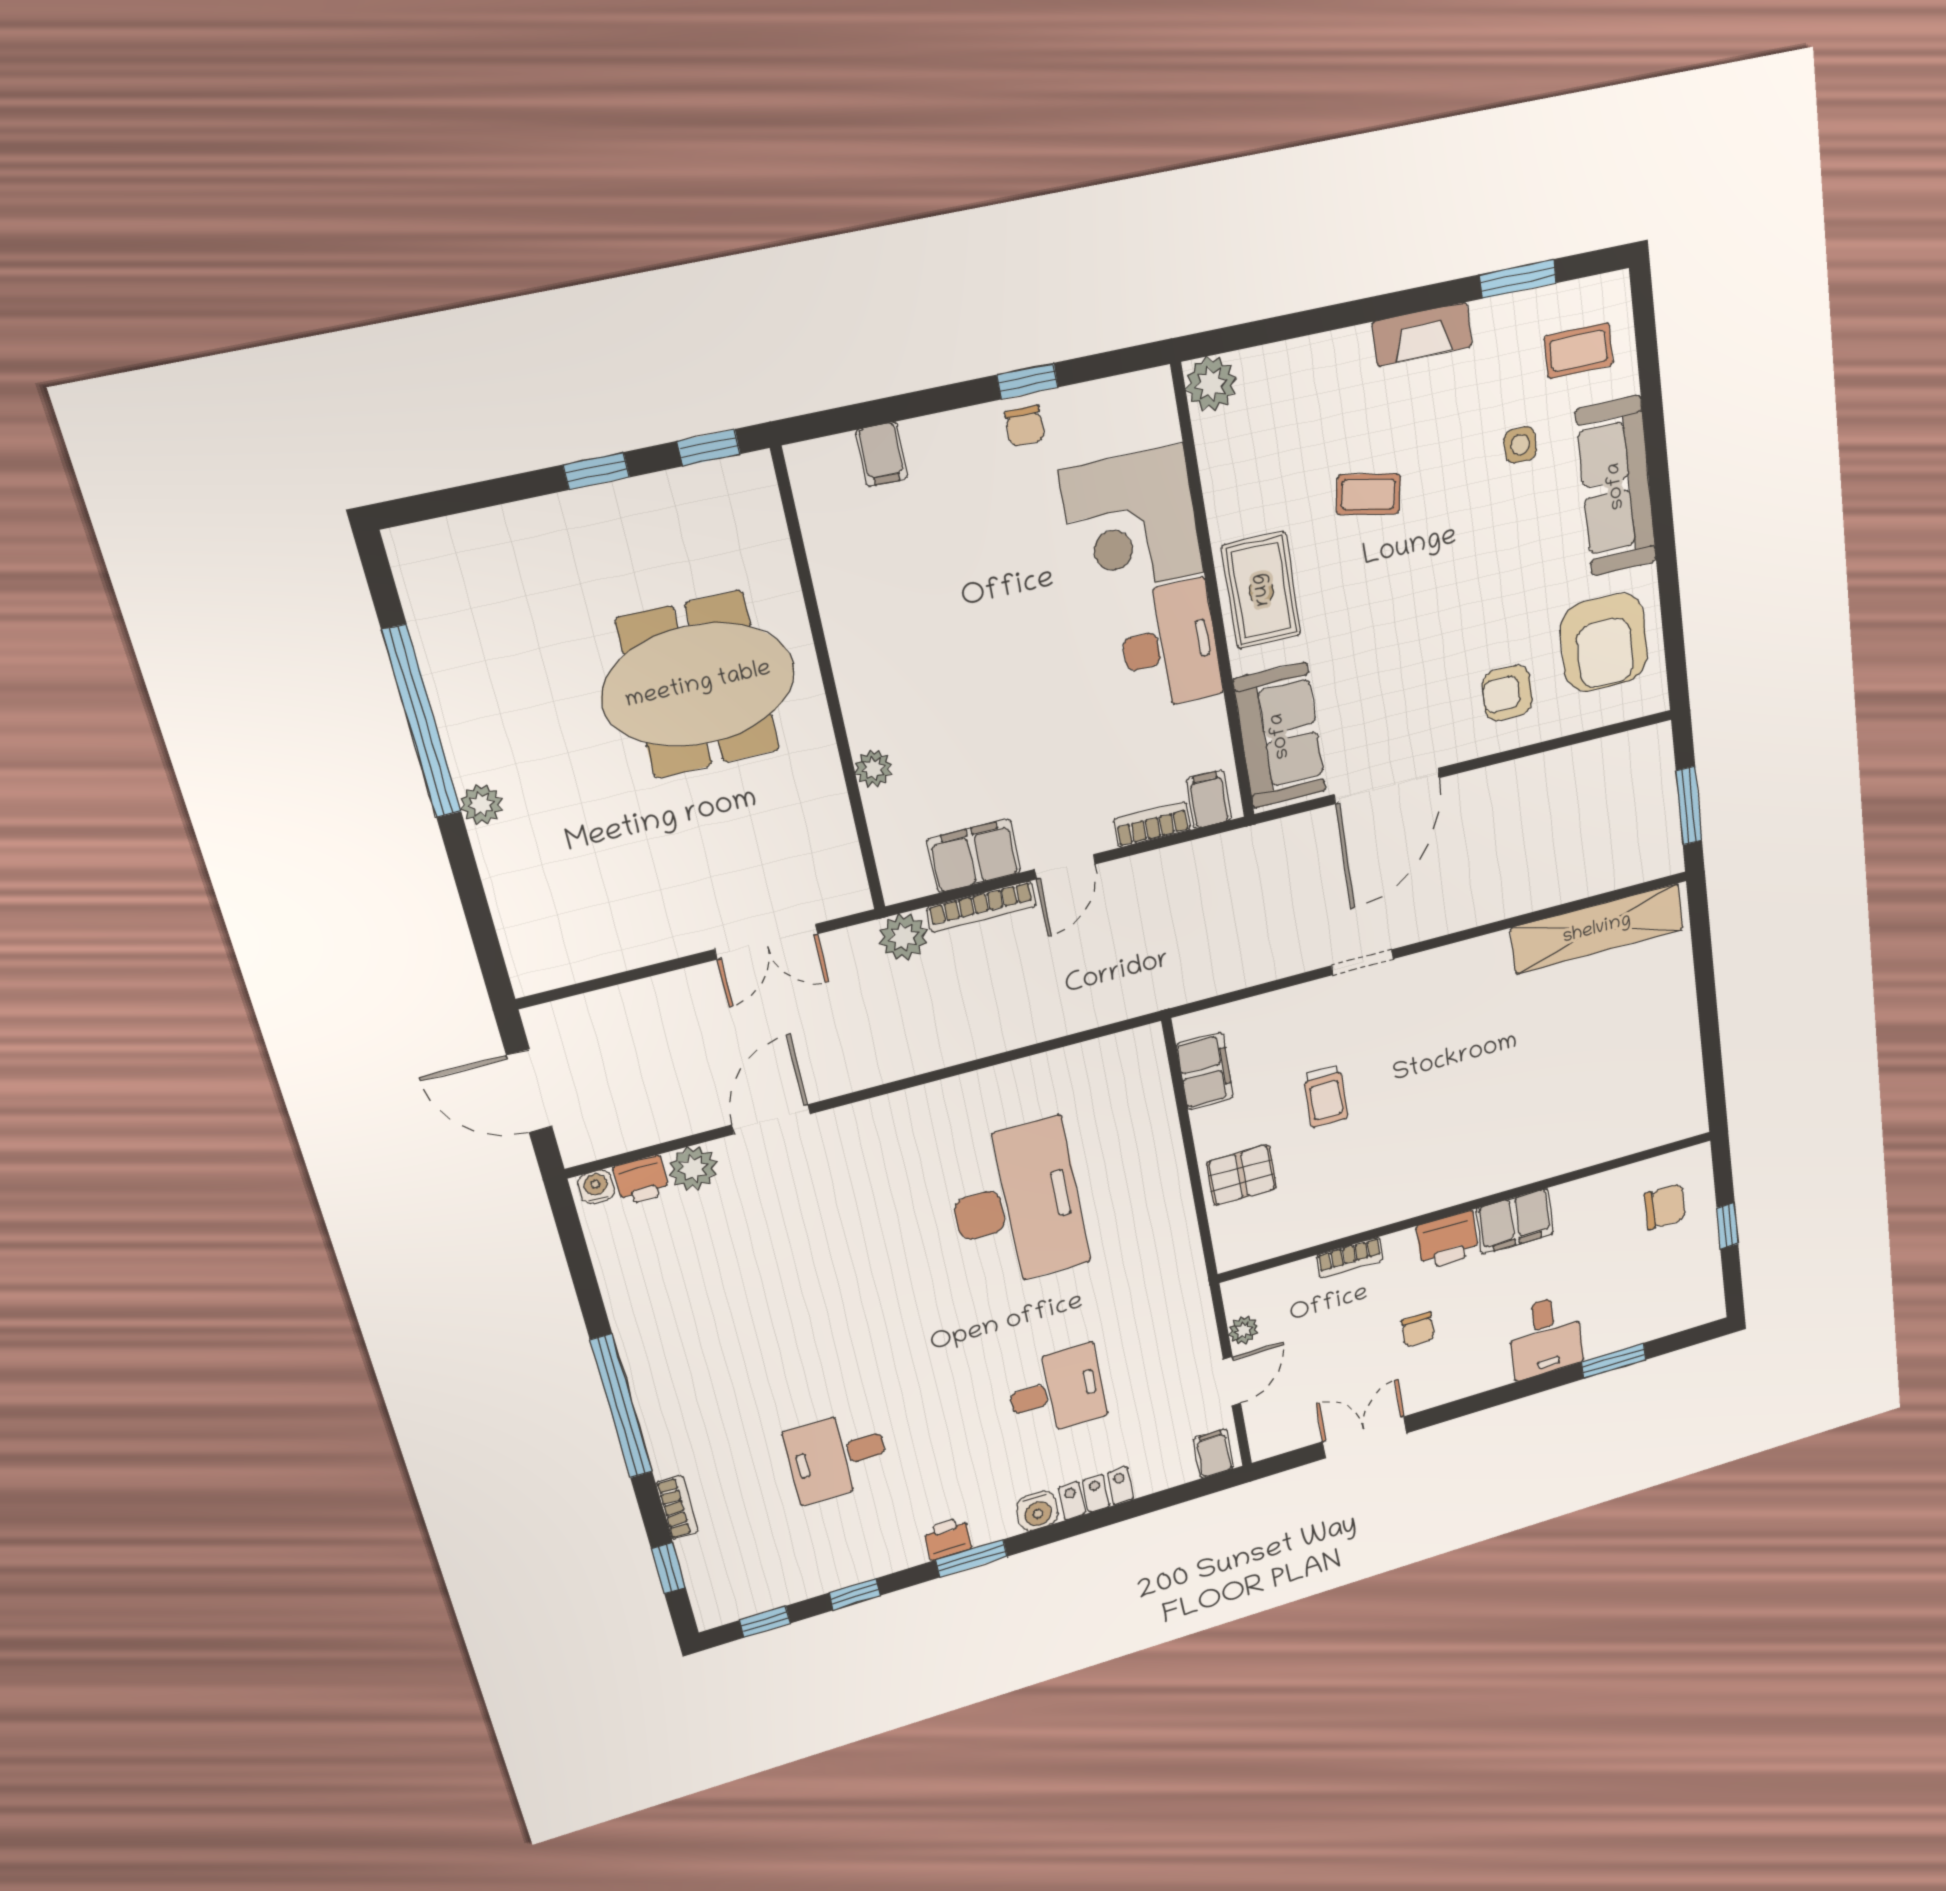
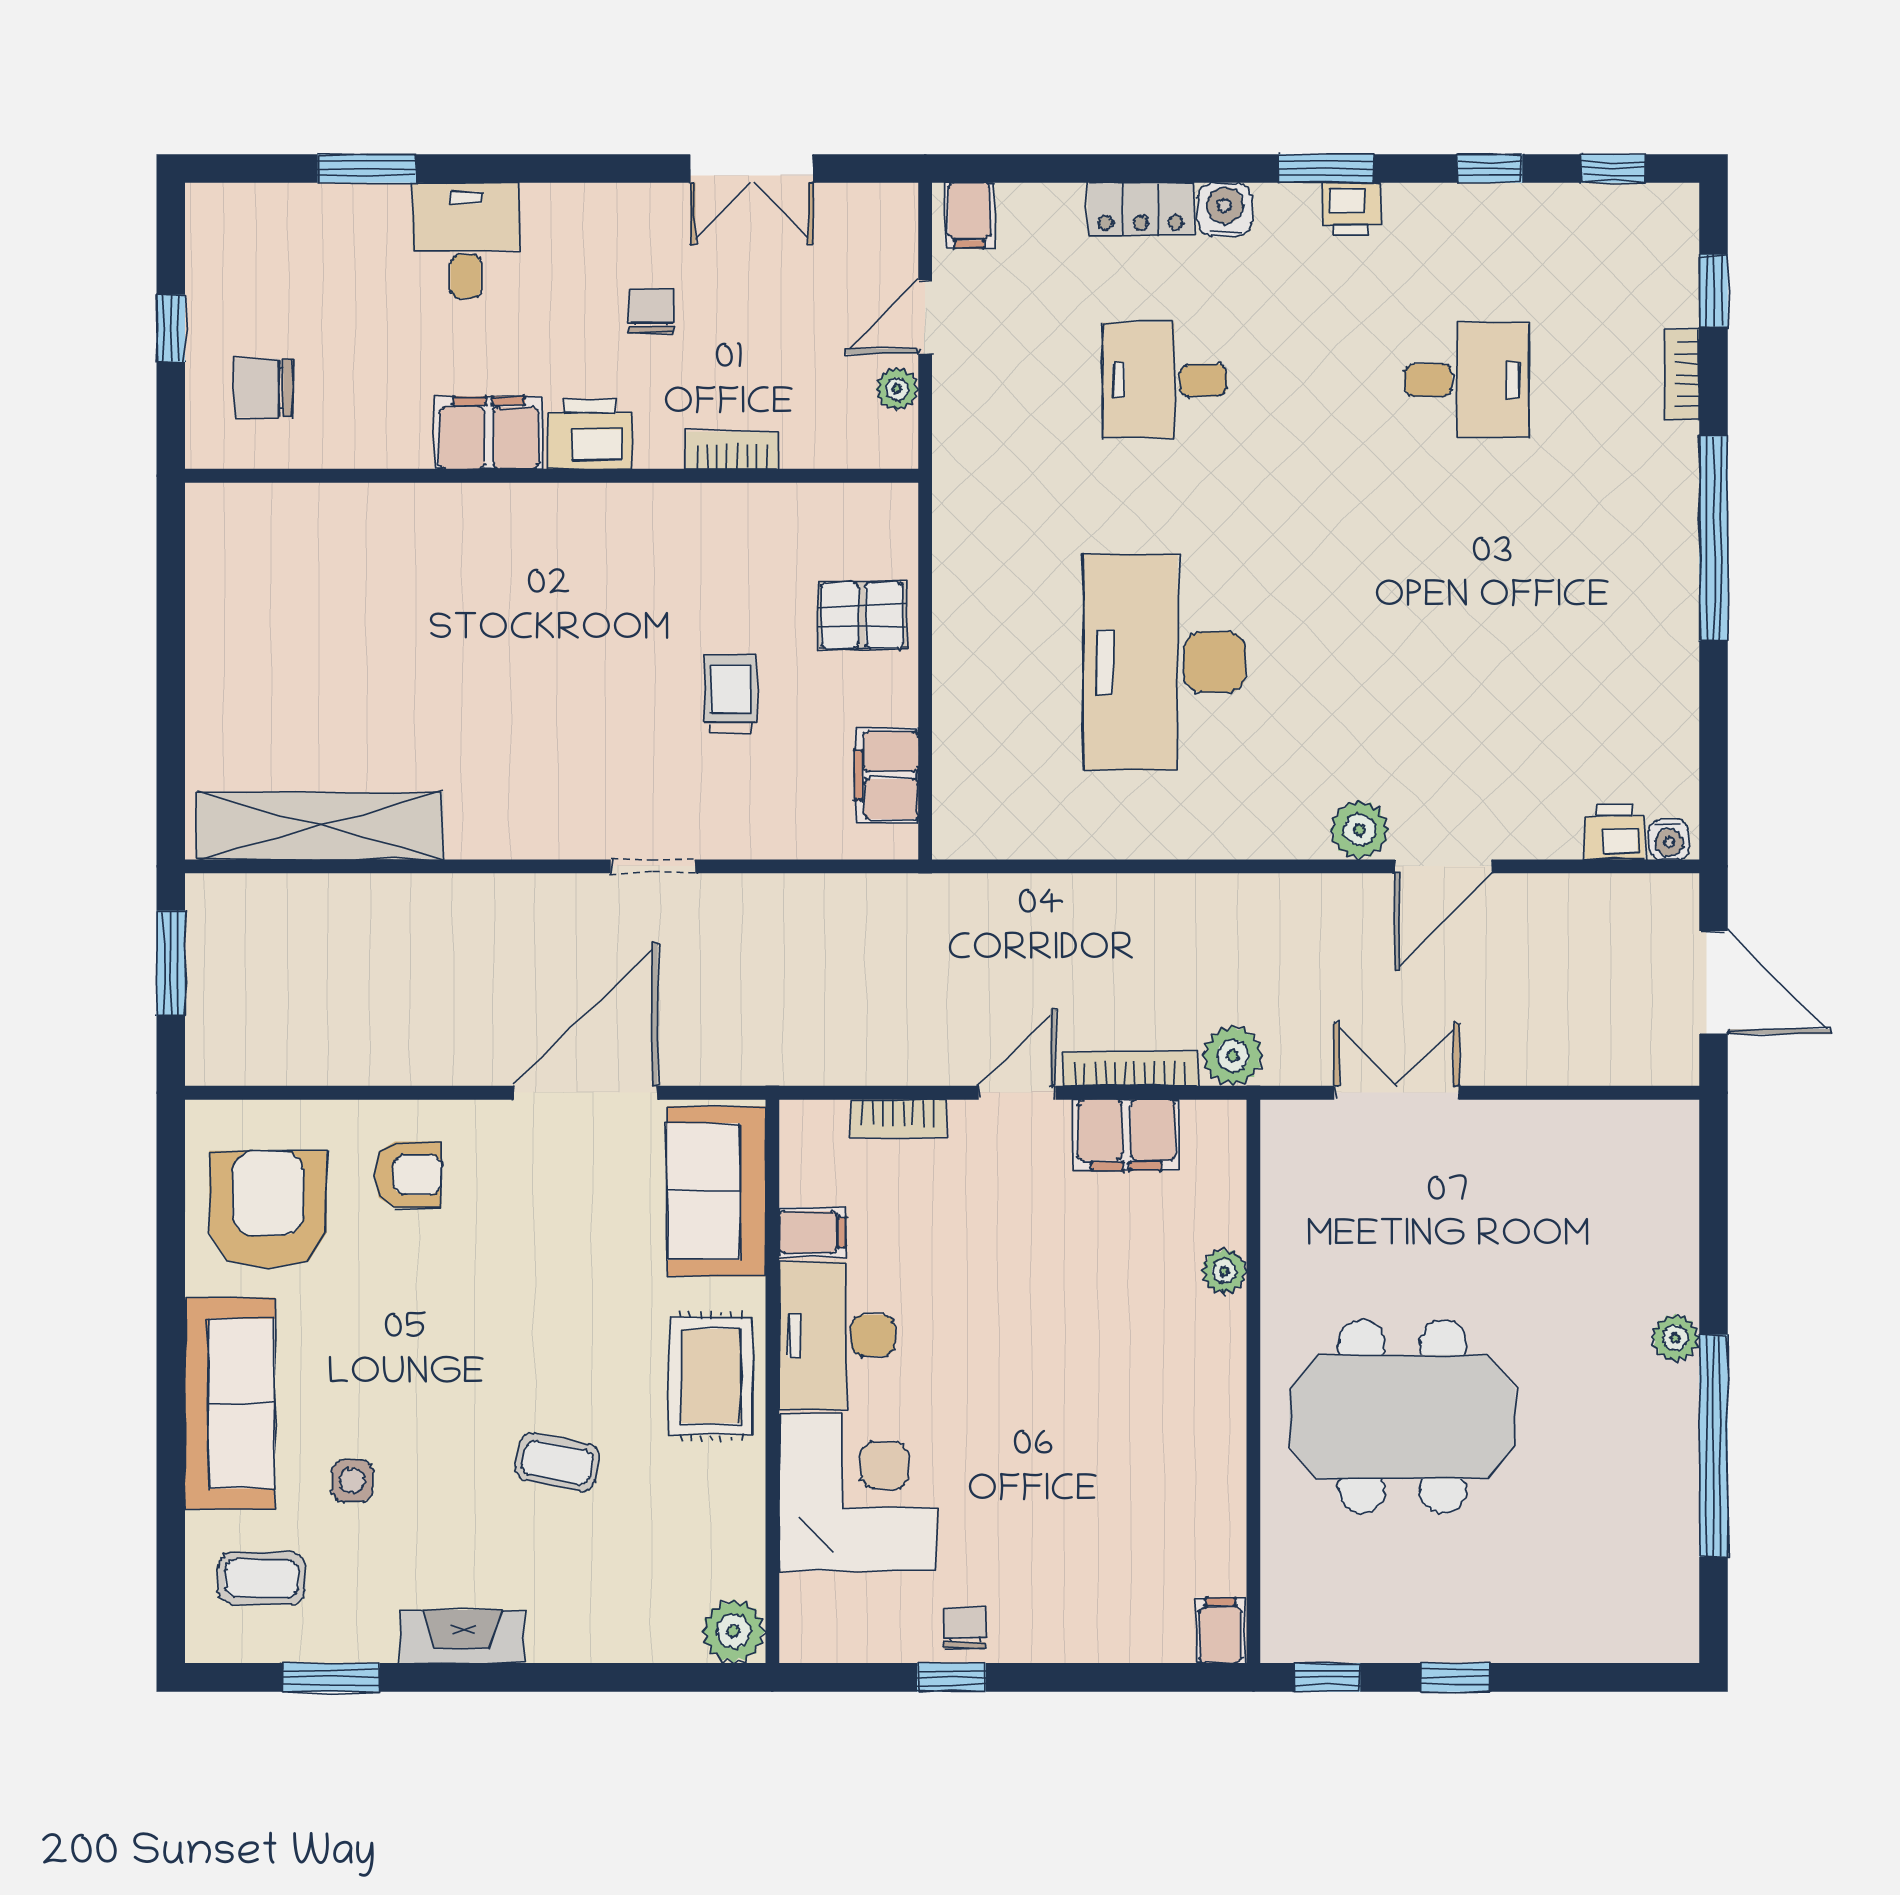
filing cabinet: (882, 454) -> (1221, 1630), moved
filing cabinet: (1209, 799) -> (812, 1232), moved, turned -90
plant: (693, 1168) -> (1359, 830), moved

